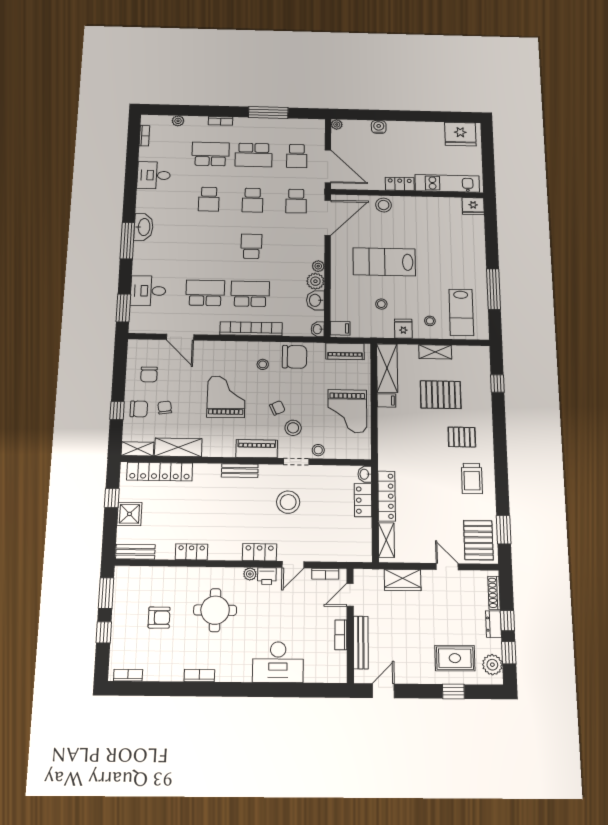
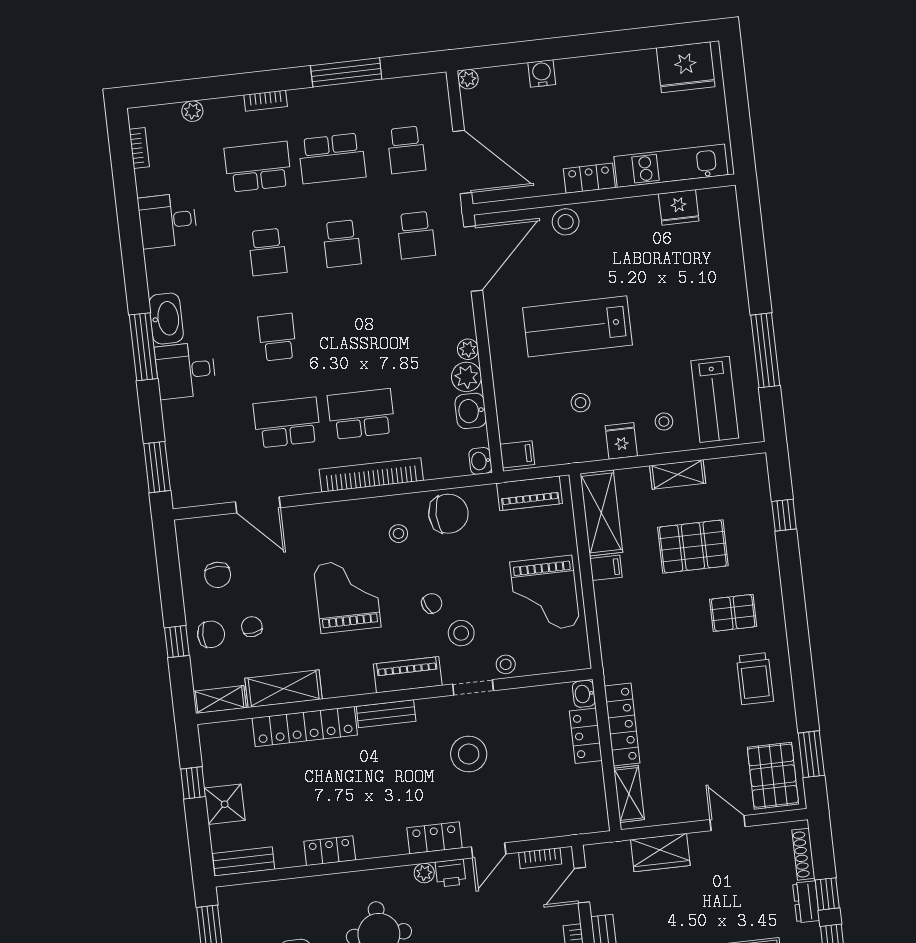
fridge: (473, 206) -> (679, 207), moved
school desk: (251, 246) -> (277, 337), moved
desk: (148, 291) -> (186, 370), moved
locker: (160, 472) -> (305, 727), moved

